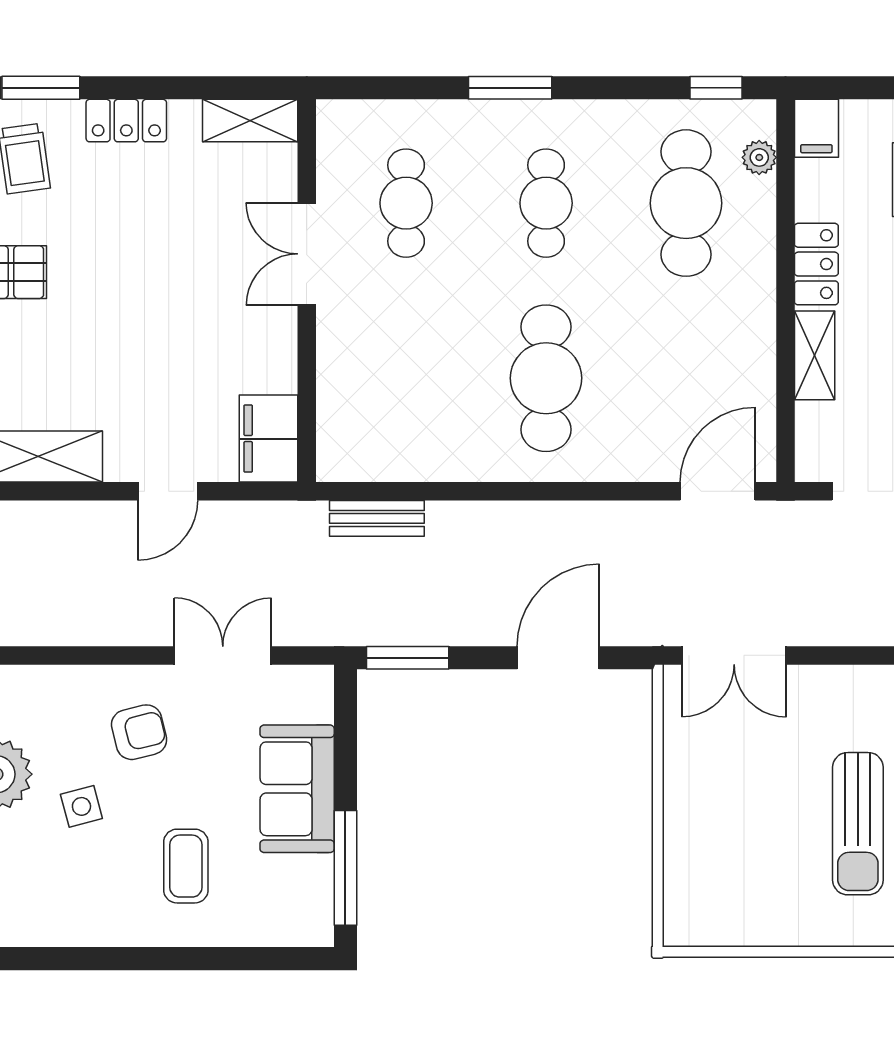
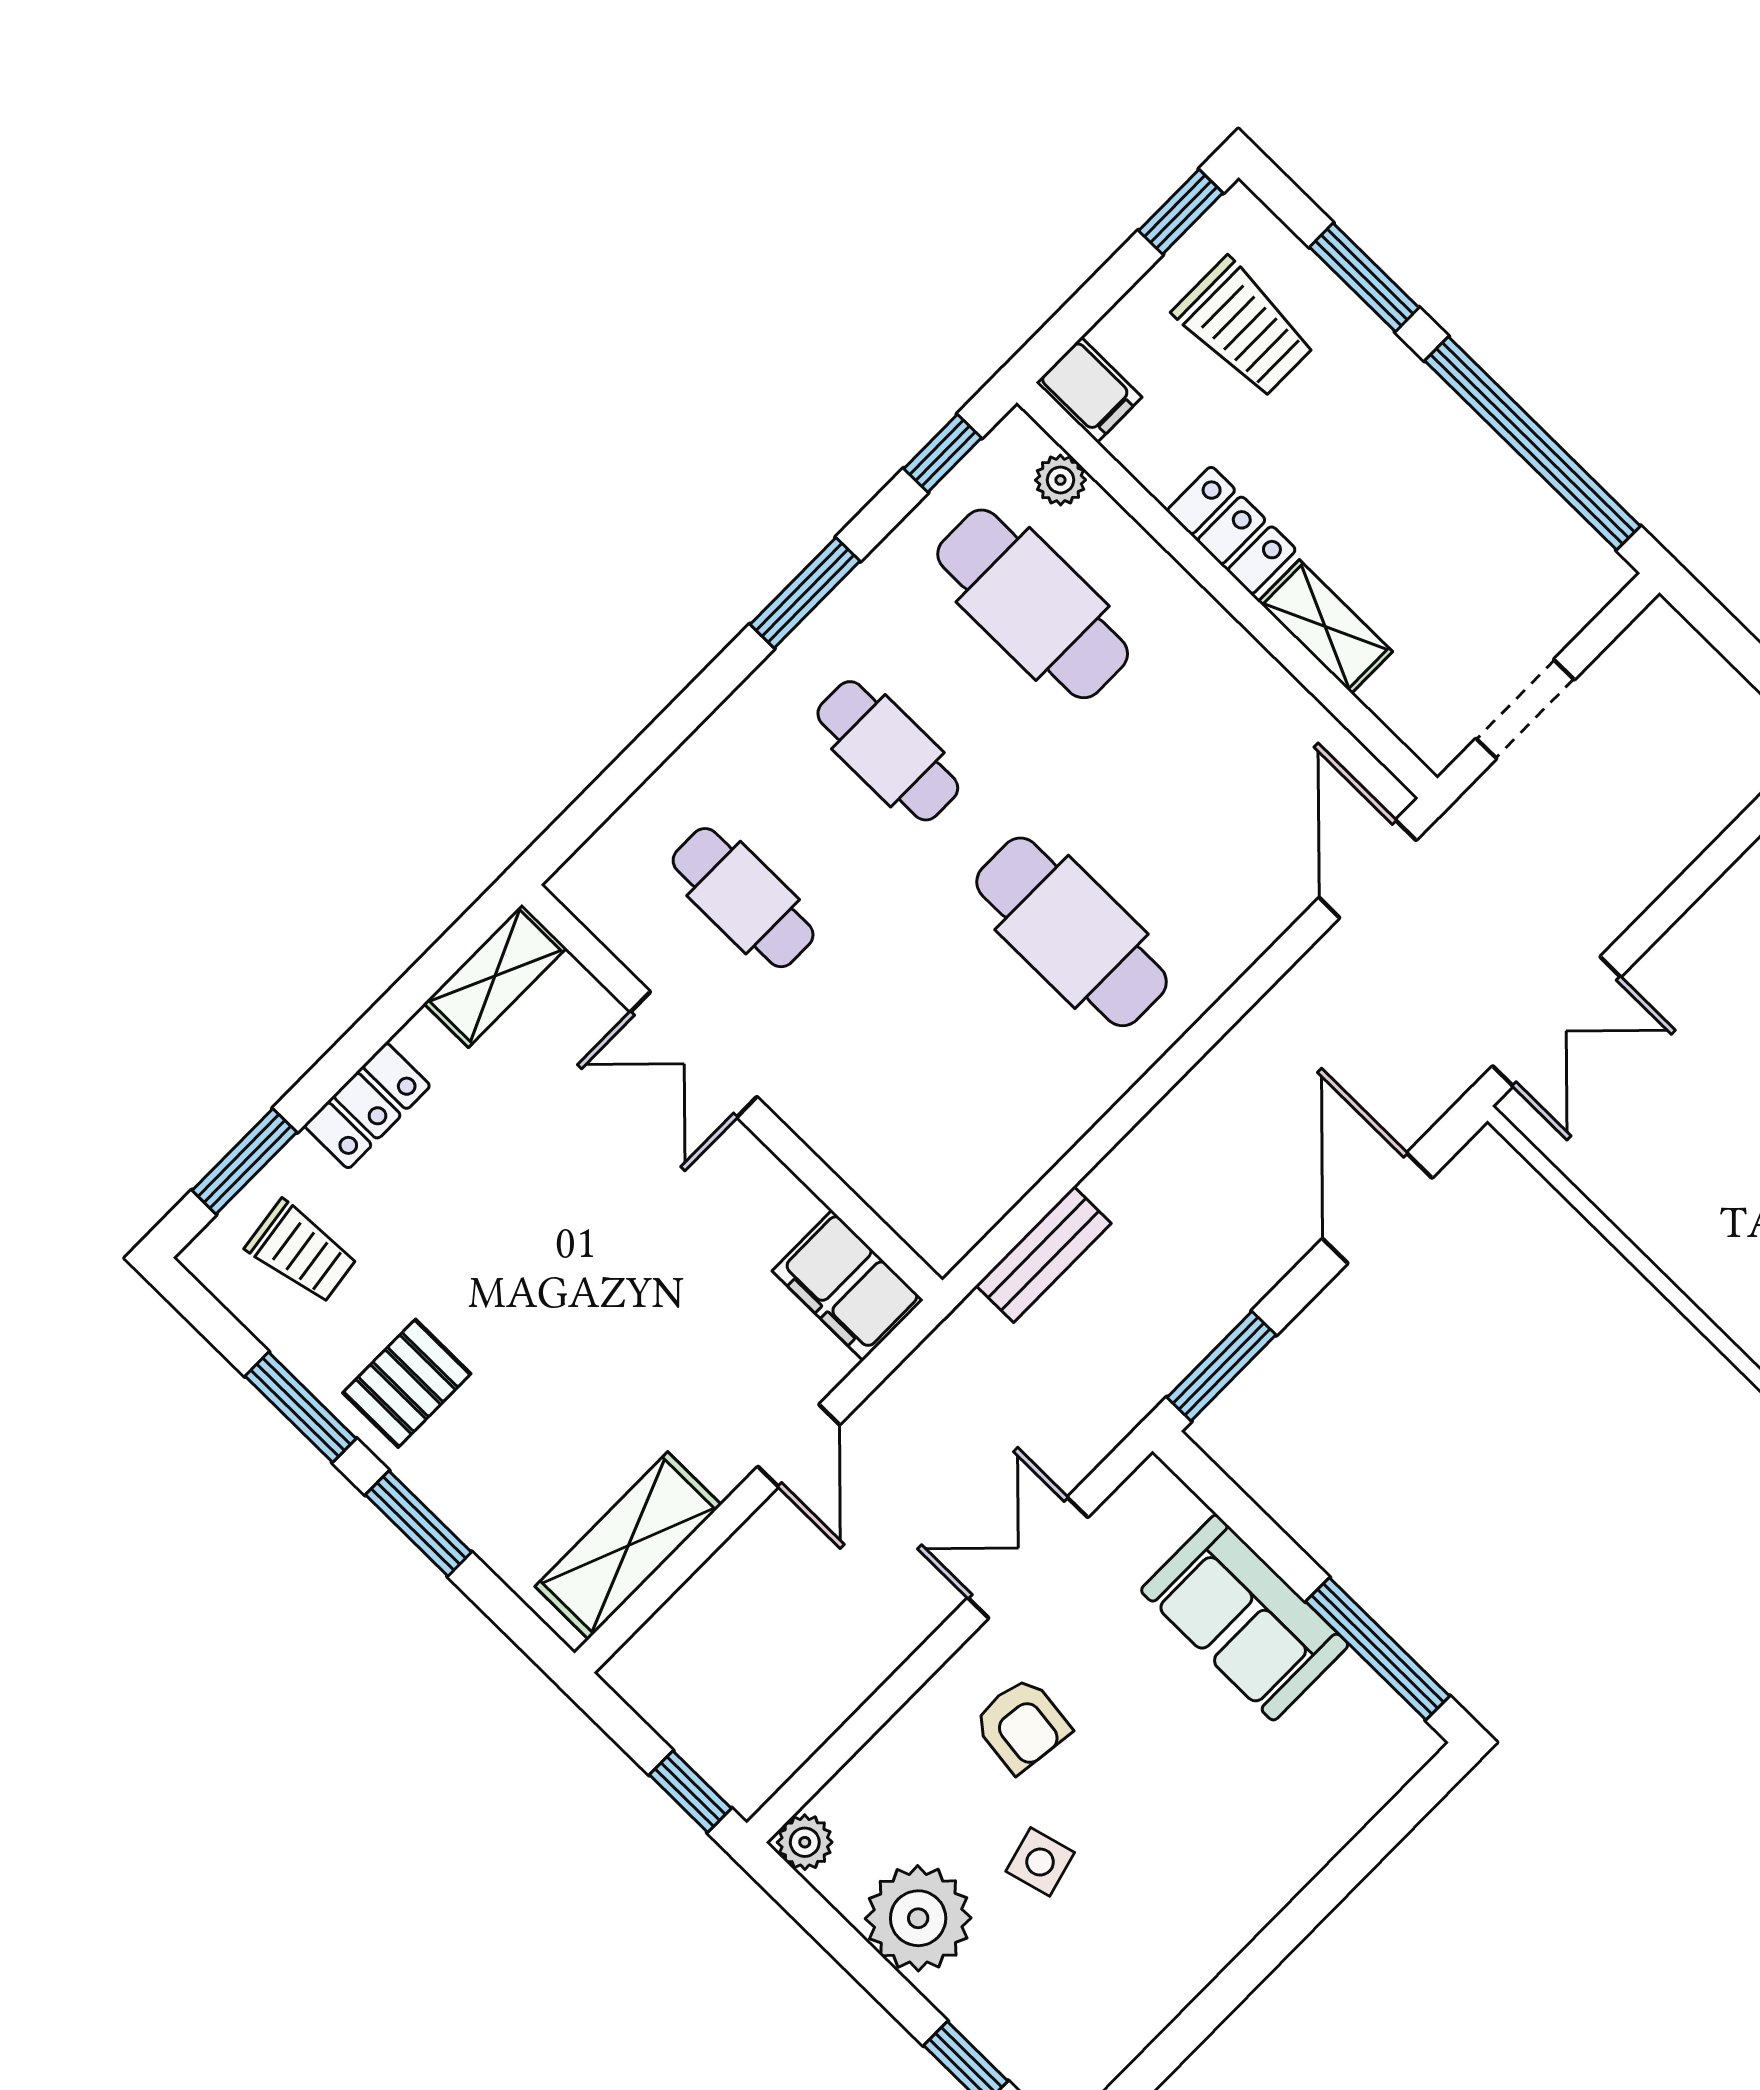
window: (510, 88) -> (805, 593), moved
armchair: (139, 732) -> (1022, 1725), turned 111
coffee table: (186, 866) -> (1211, 1814), removed

